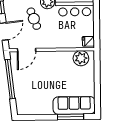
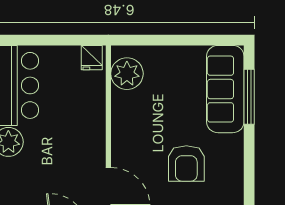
cafe table: (34, 19) -> (43, 171), removed
armchair: (38, 87) -> (186, 164), added

